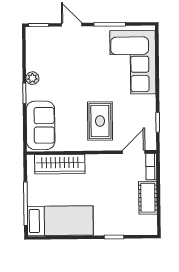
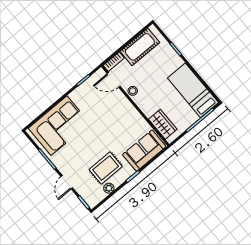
plant: (32, 78) -> (109, 188), moved
rug: (100, 121) -> (106, 168), moved
stool: (108, 162) -> (133, 91), added
wardrobe: (60, 164) -> (163, 124), width x0.67
cot: (148, 198) -> (140, 47), width x1.37, depth x1.34

